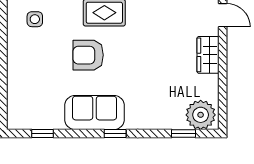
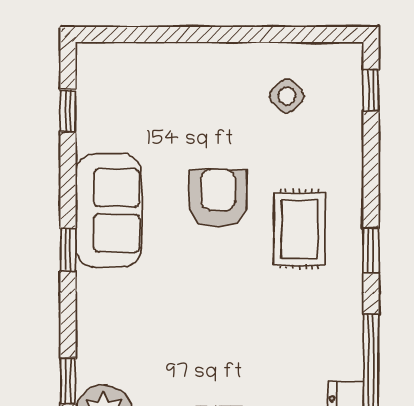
side table: (35, 19) -> (287, 96), turned 45

